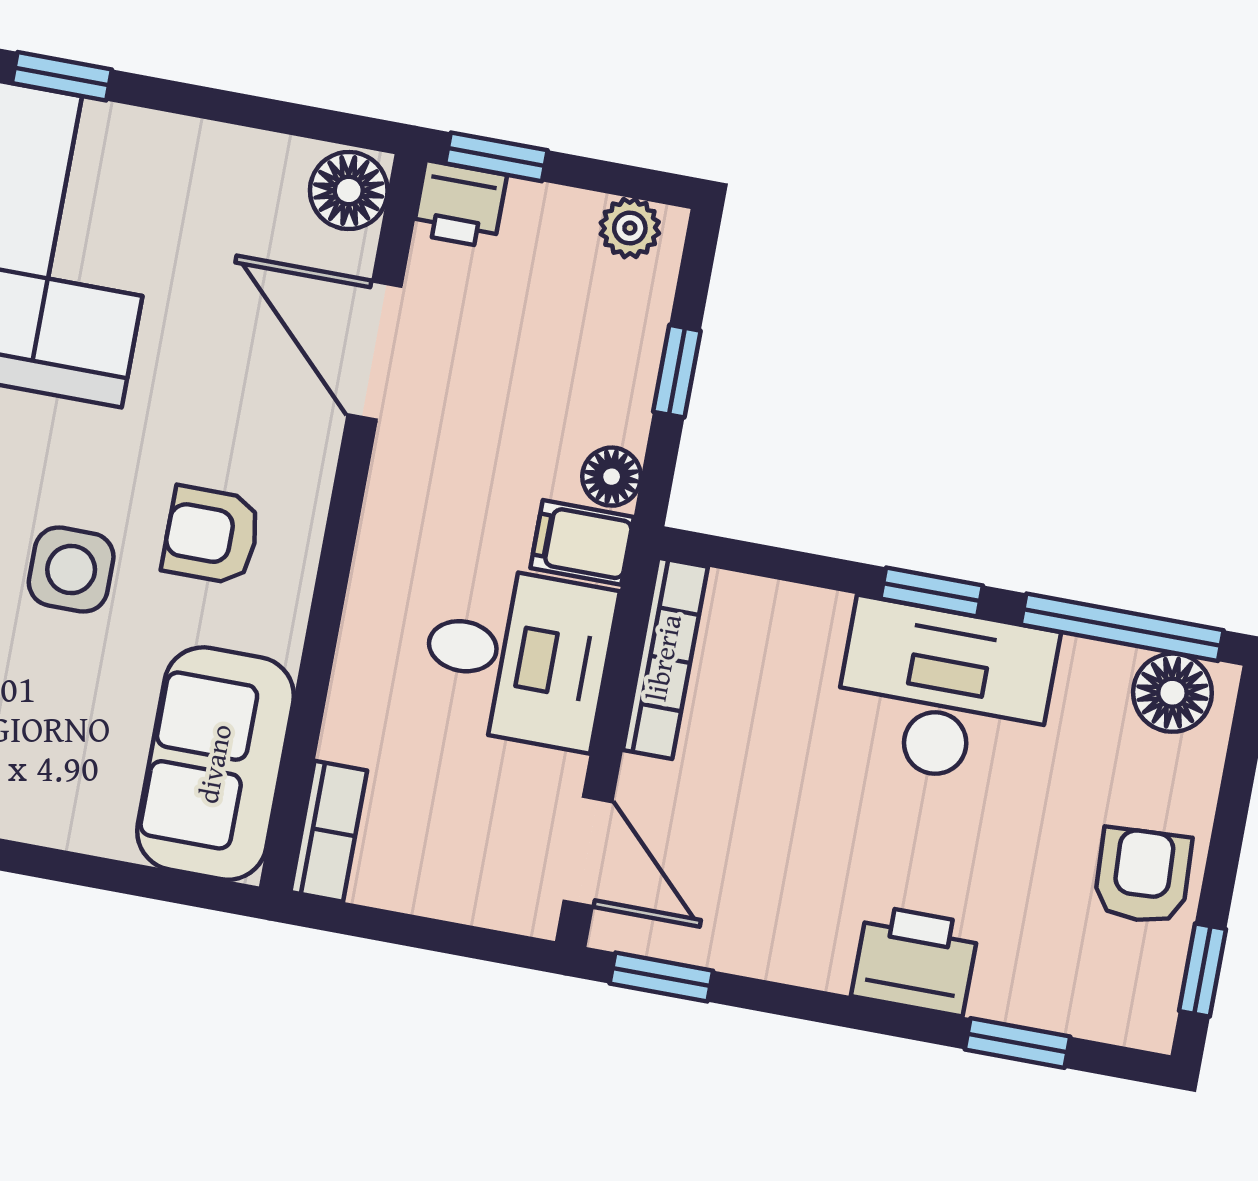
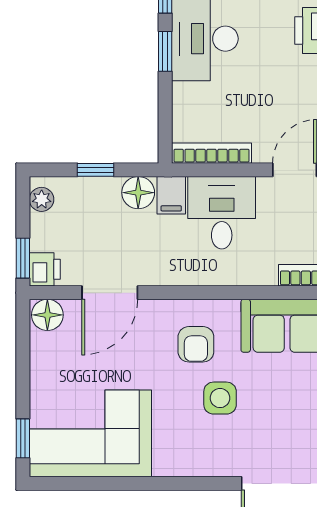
floor lamp: (612, 477) -> (138, 193), width x1.37, depth x1.37

